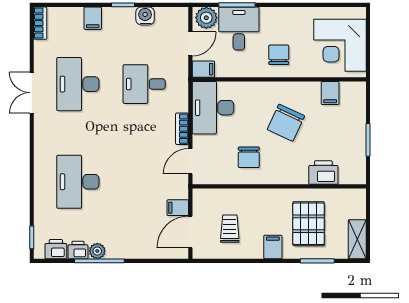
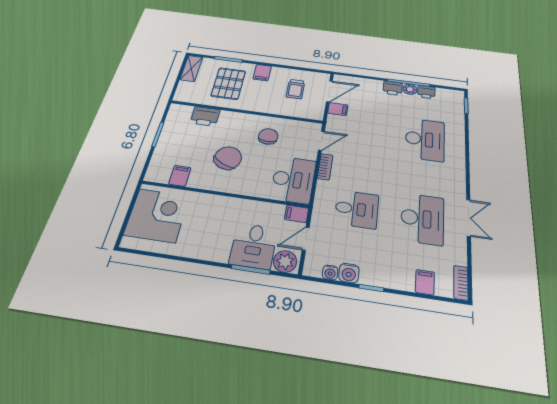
water cooler: (163, 14) -> (330, 272), added
filing cabinet: (93, 18) -> (425, 282), moved
chair: (279, 55) -> (219, 216), removed
printer: (56, 249) -> (393, 88), moved

